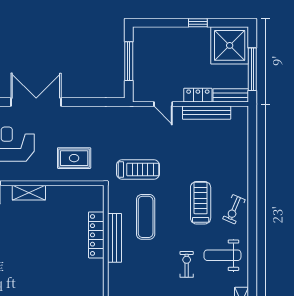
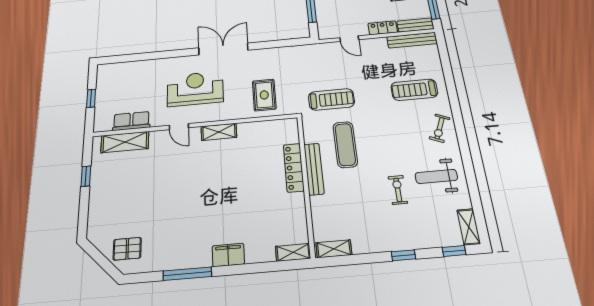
bench: (207, 113) -> (412, 40), moved
rug: (74, 158) -> (264, 95), turned 90
treadmill: (201, 203) -> (414, 90), moved, turned -90

